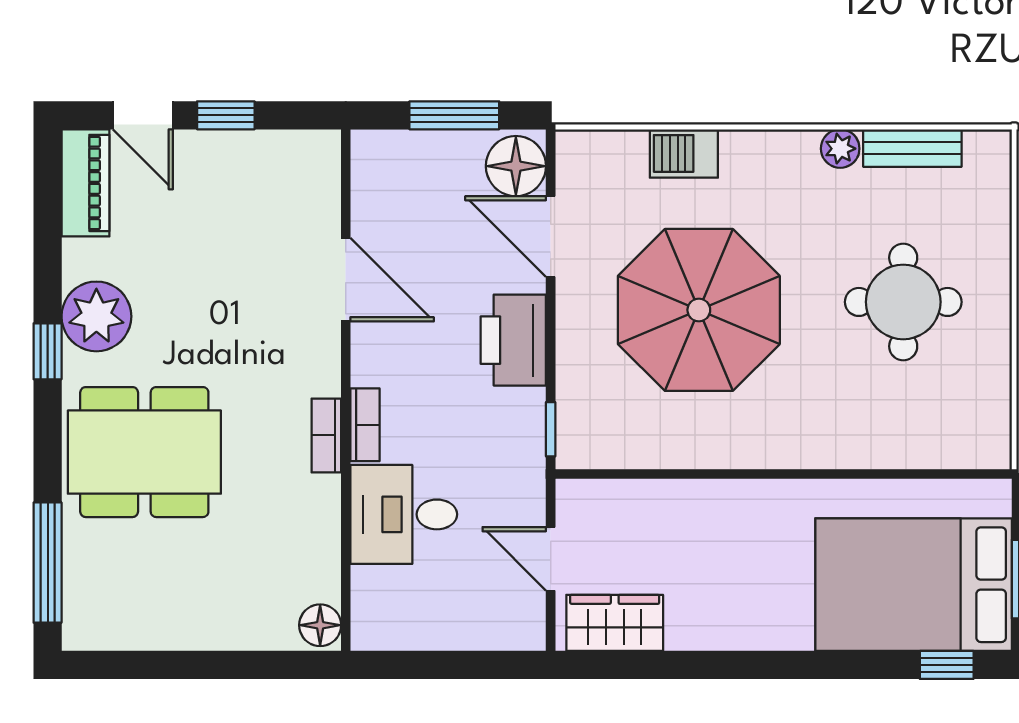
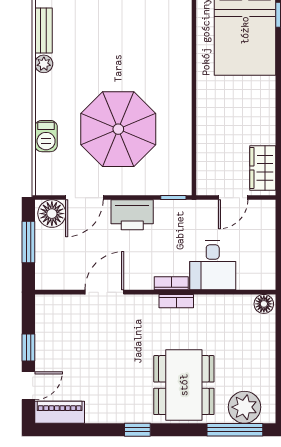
round table: (903, 302) -> (115, 35), removed
plant: (96, 316) -> (244, 407), moved

